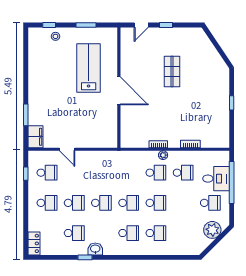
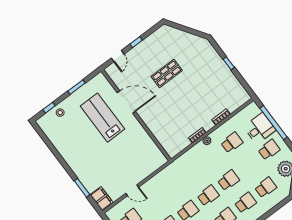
shop shelf: (172, 72) -> (167, 73), turned 90
door: (119, 91) -> (126, 102), moved
school desk: (156, 173) -> (266, 187), moved

